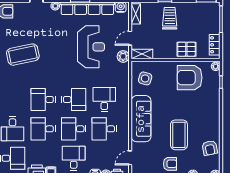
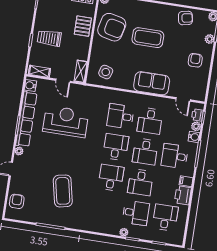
plant: (123, 56) -> (80, 91), removed
armchair: (190, 78) -> (112, 27), turned -77
desk: (43, 99) -> (111, 178), turned 180
sofa: (141, 119) -> (152, 83), width x0.73
coffee table: (179, 135) -> (148, 38), moved

